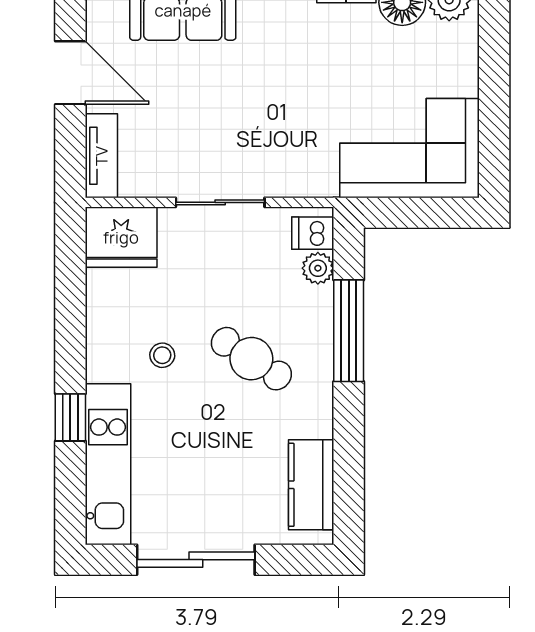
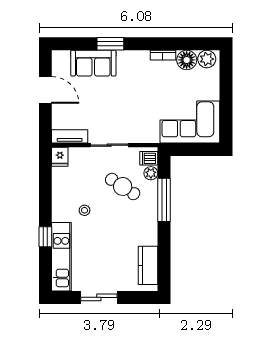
tv unit: (101, 156) -> (70, 136), moved, turned -90
fridge: (121, 237) -> (60, 157), width x0.53, depth x0.75
cafe table: (251, 359) -> (123, 186), moved
sliding door: (196, 560) -> (99, 297), width x0.73

